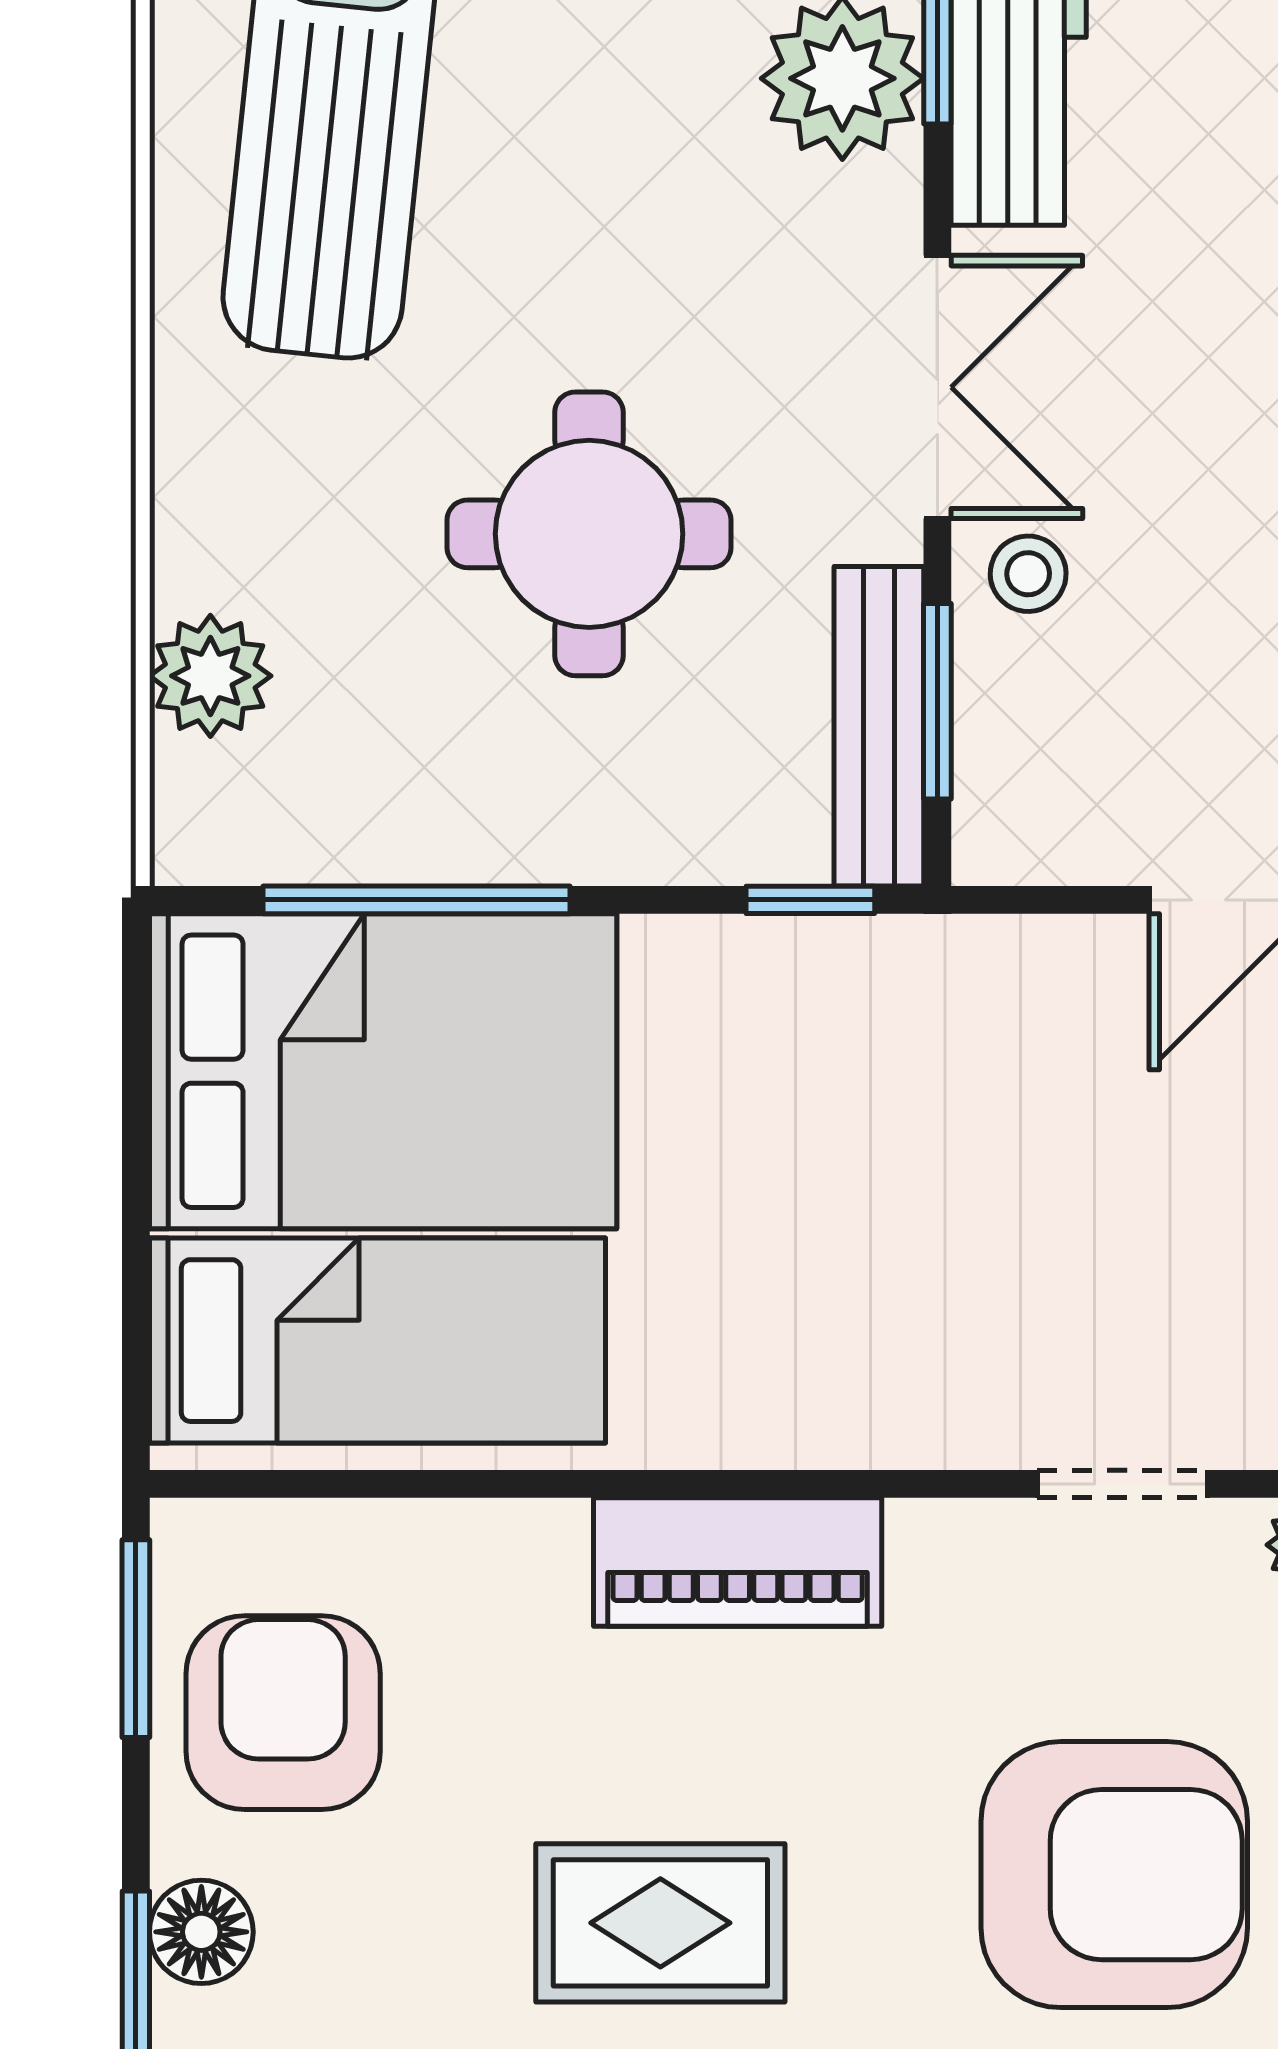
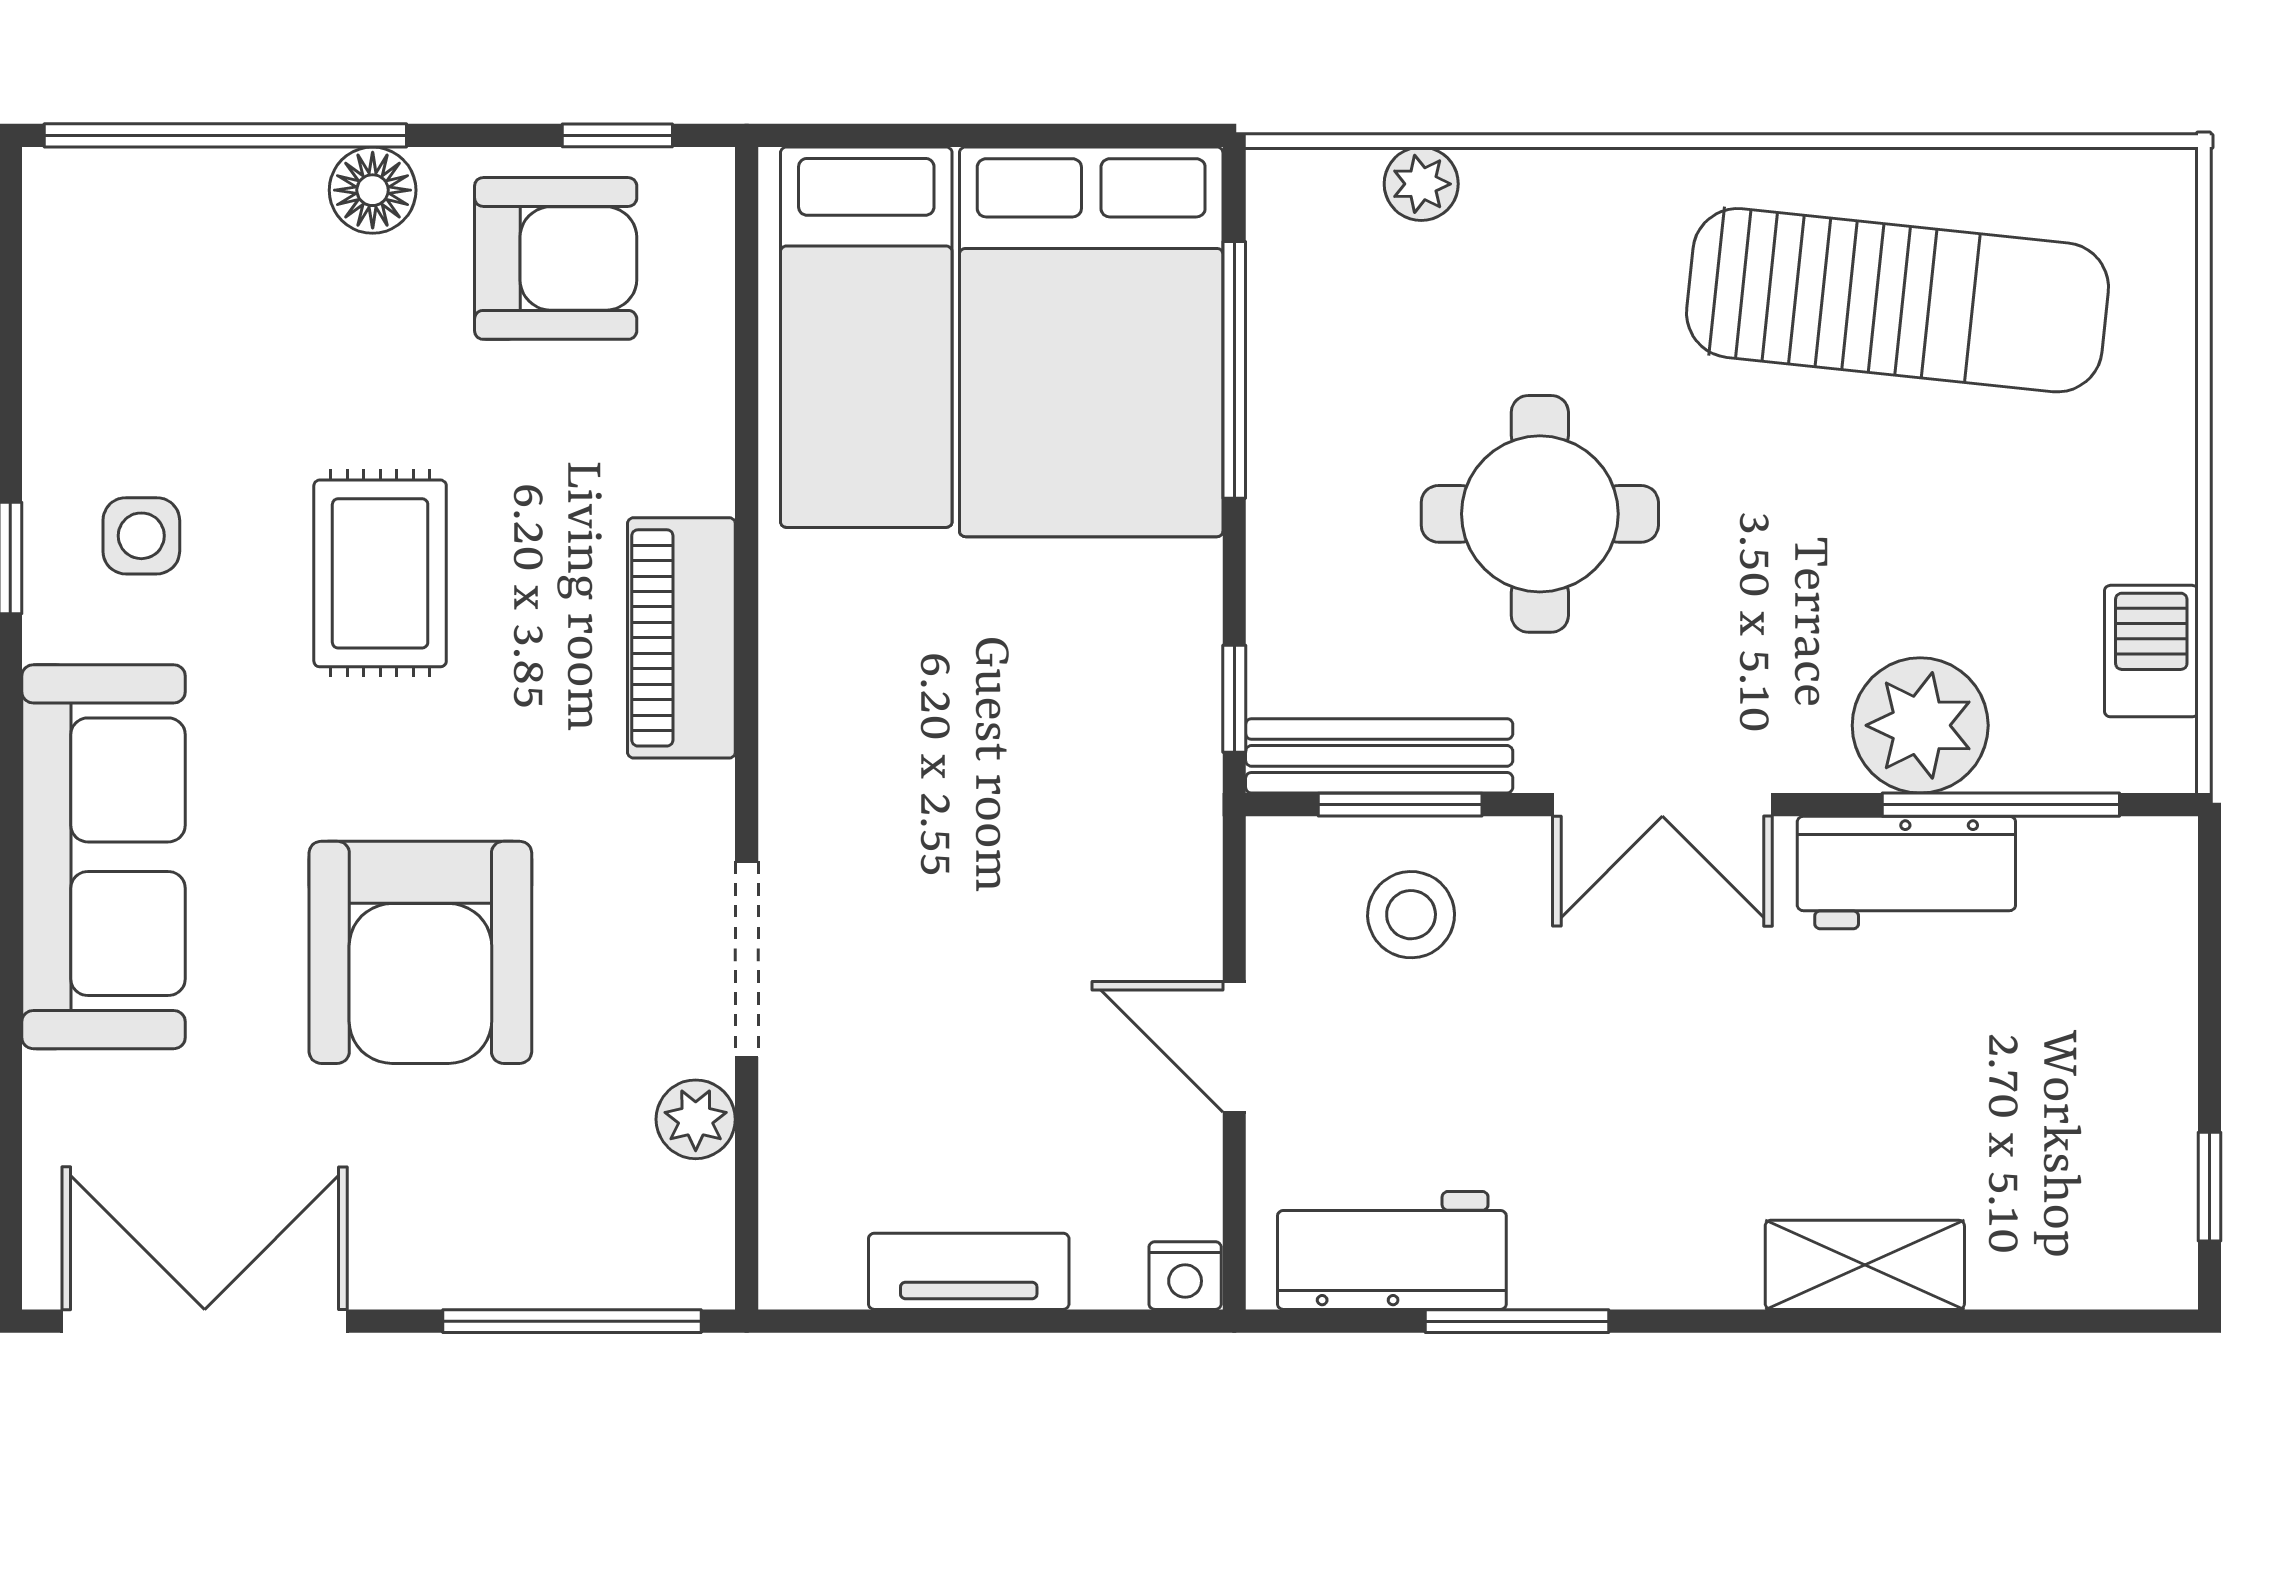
stool: (1028, 574) -> (1411, 915), moved, width x1.37, depth x1.37
plant: (210, 676) -> (1421, 184), width x0.73, depth x0.73
doorway: (1122, 1484) -> (747, 959), width x1.38
window: (136, 1639) -> (617, 135), width x0.67

